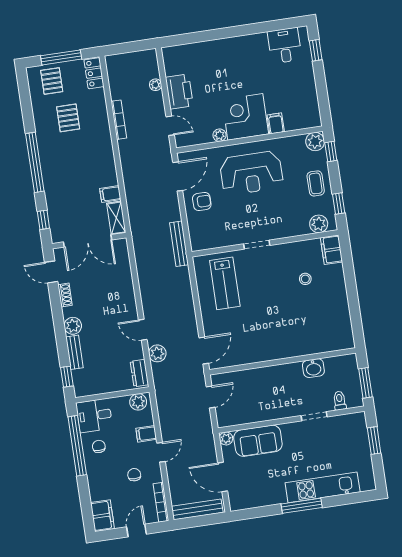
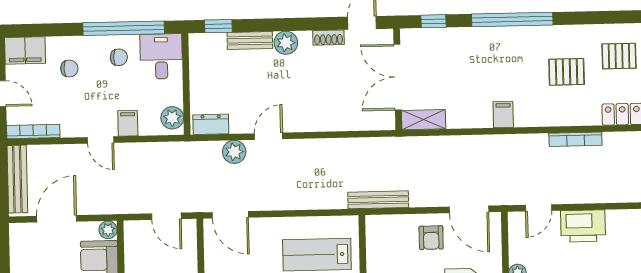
plant: (156, 85) -> (596, 195), removed
bookcase: (119, 120) -> (575, 139), moved
filing cabinet: (110, 194) -> (503, 115), moved
chair: (134, 475) -> (69, 68), moved

